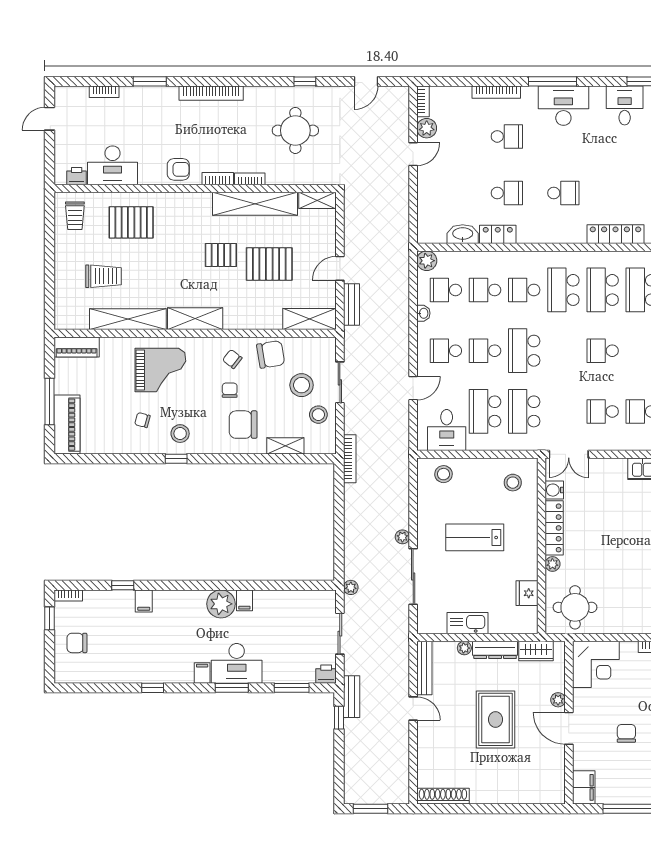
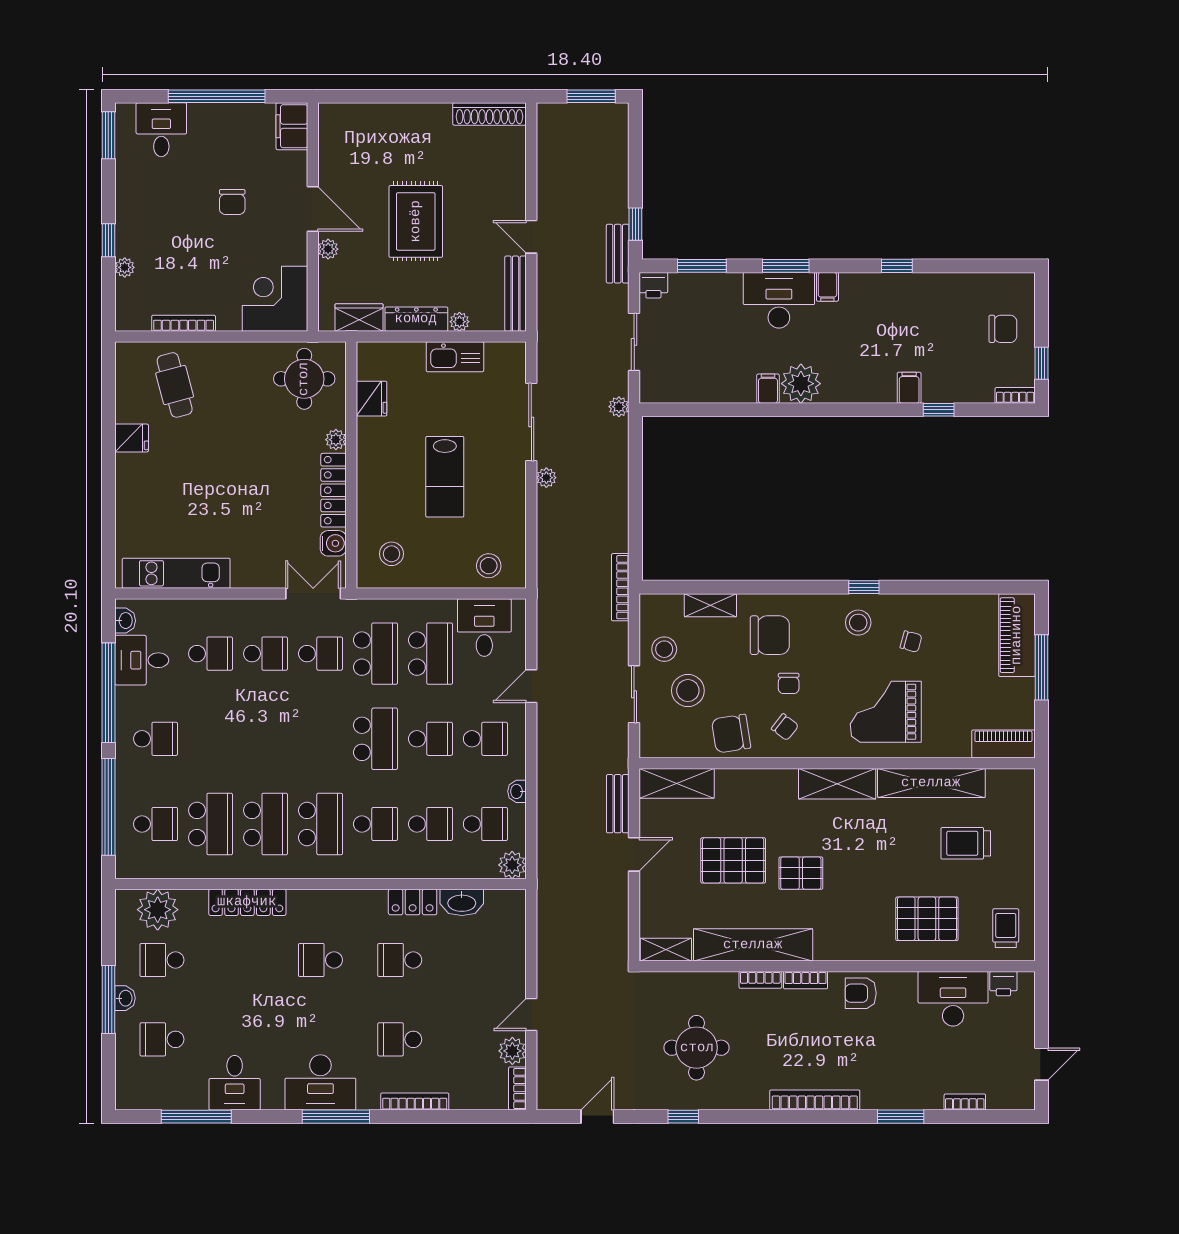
school desk: (603, 351) -> (320, 654), moved
lab bench: (475, 537) -> (445, 477), turned 90

